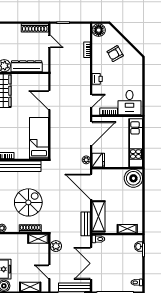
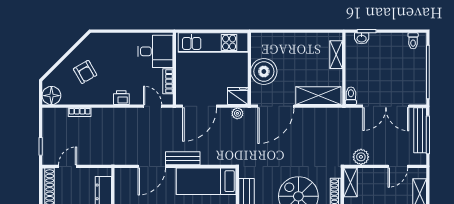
door: (91, 133) -> (200, 106), swing flipped
boiler: (133, 178) -> (264, 71), moved
bench: (86, 224) -> (183, 158), moved

